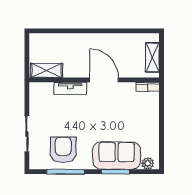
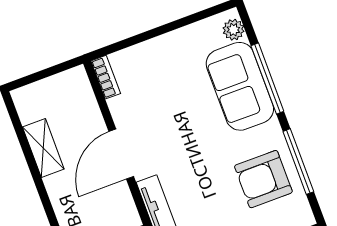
shelving: (152, 57) -> (43, 148), moved, turned 90
window: (115, 172) -> (267, 78), width x1.44

